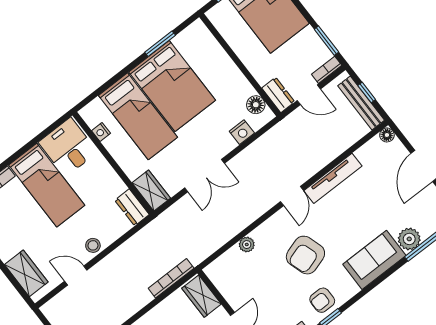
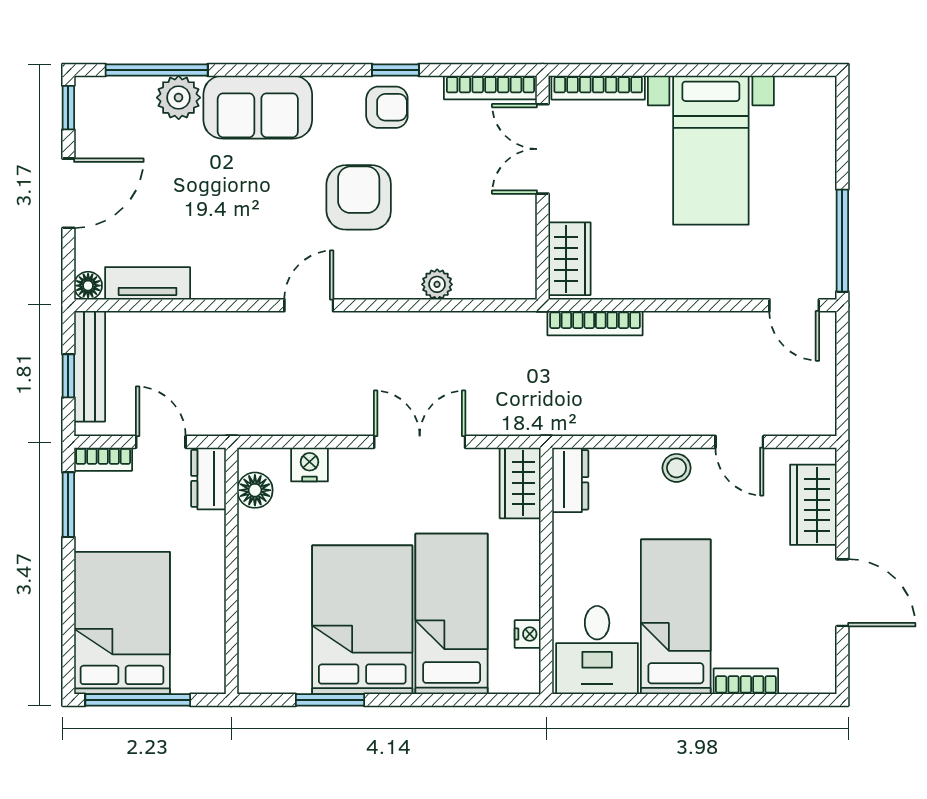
tv unit: (333, 178) -> (148, 283), moved, width x0.71
armchair: (305, 255) -> (359, 197), turned -72

